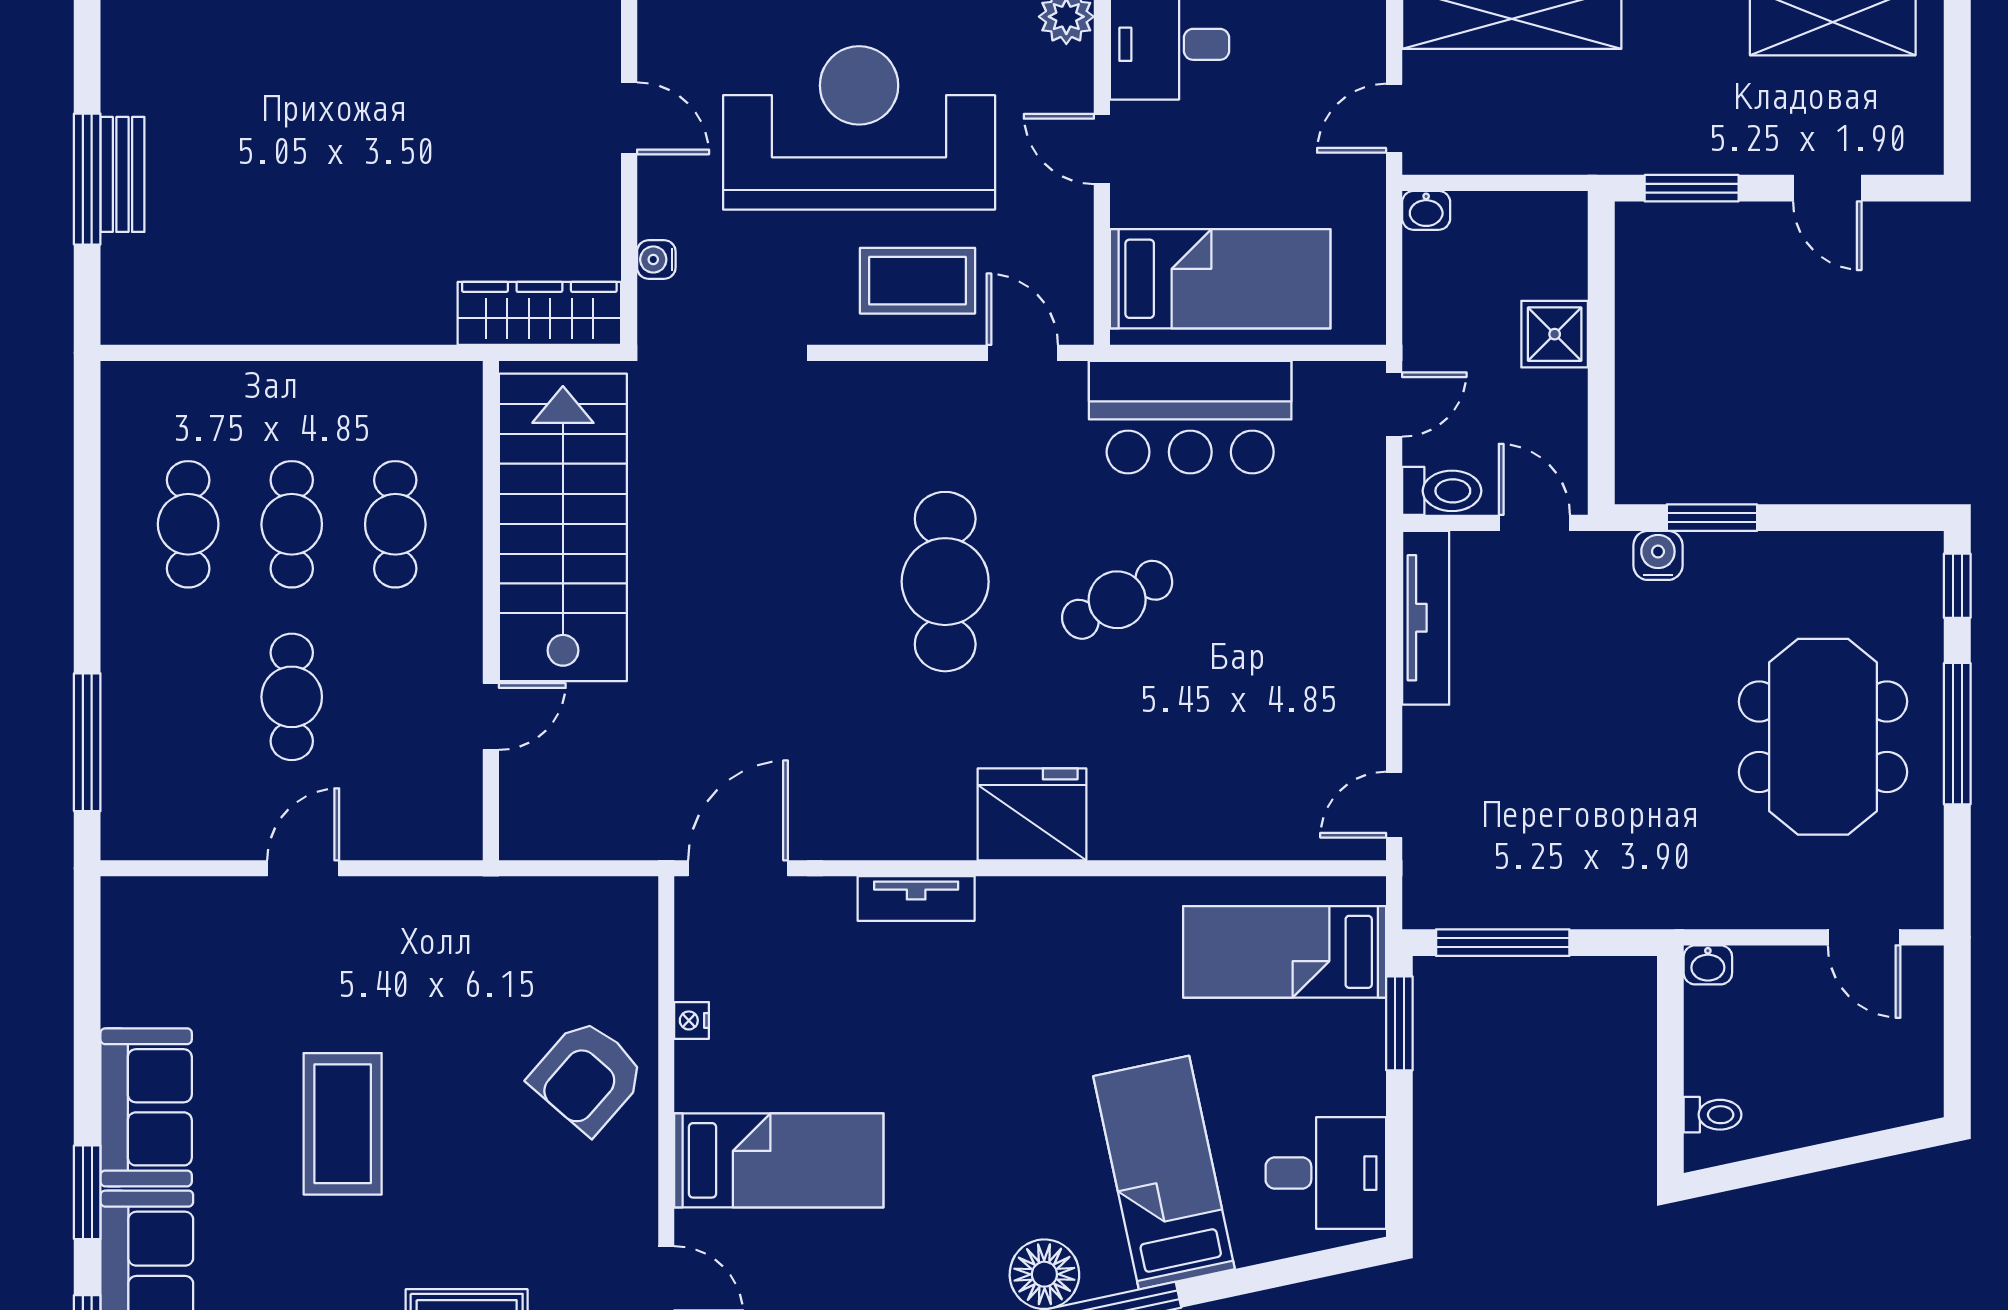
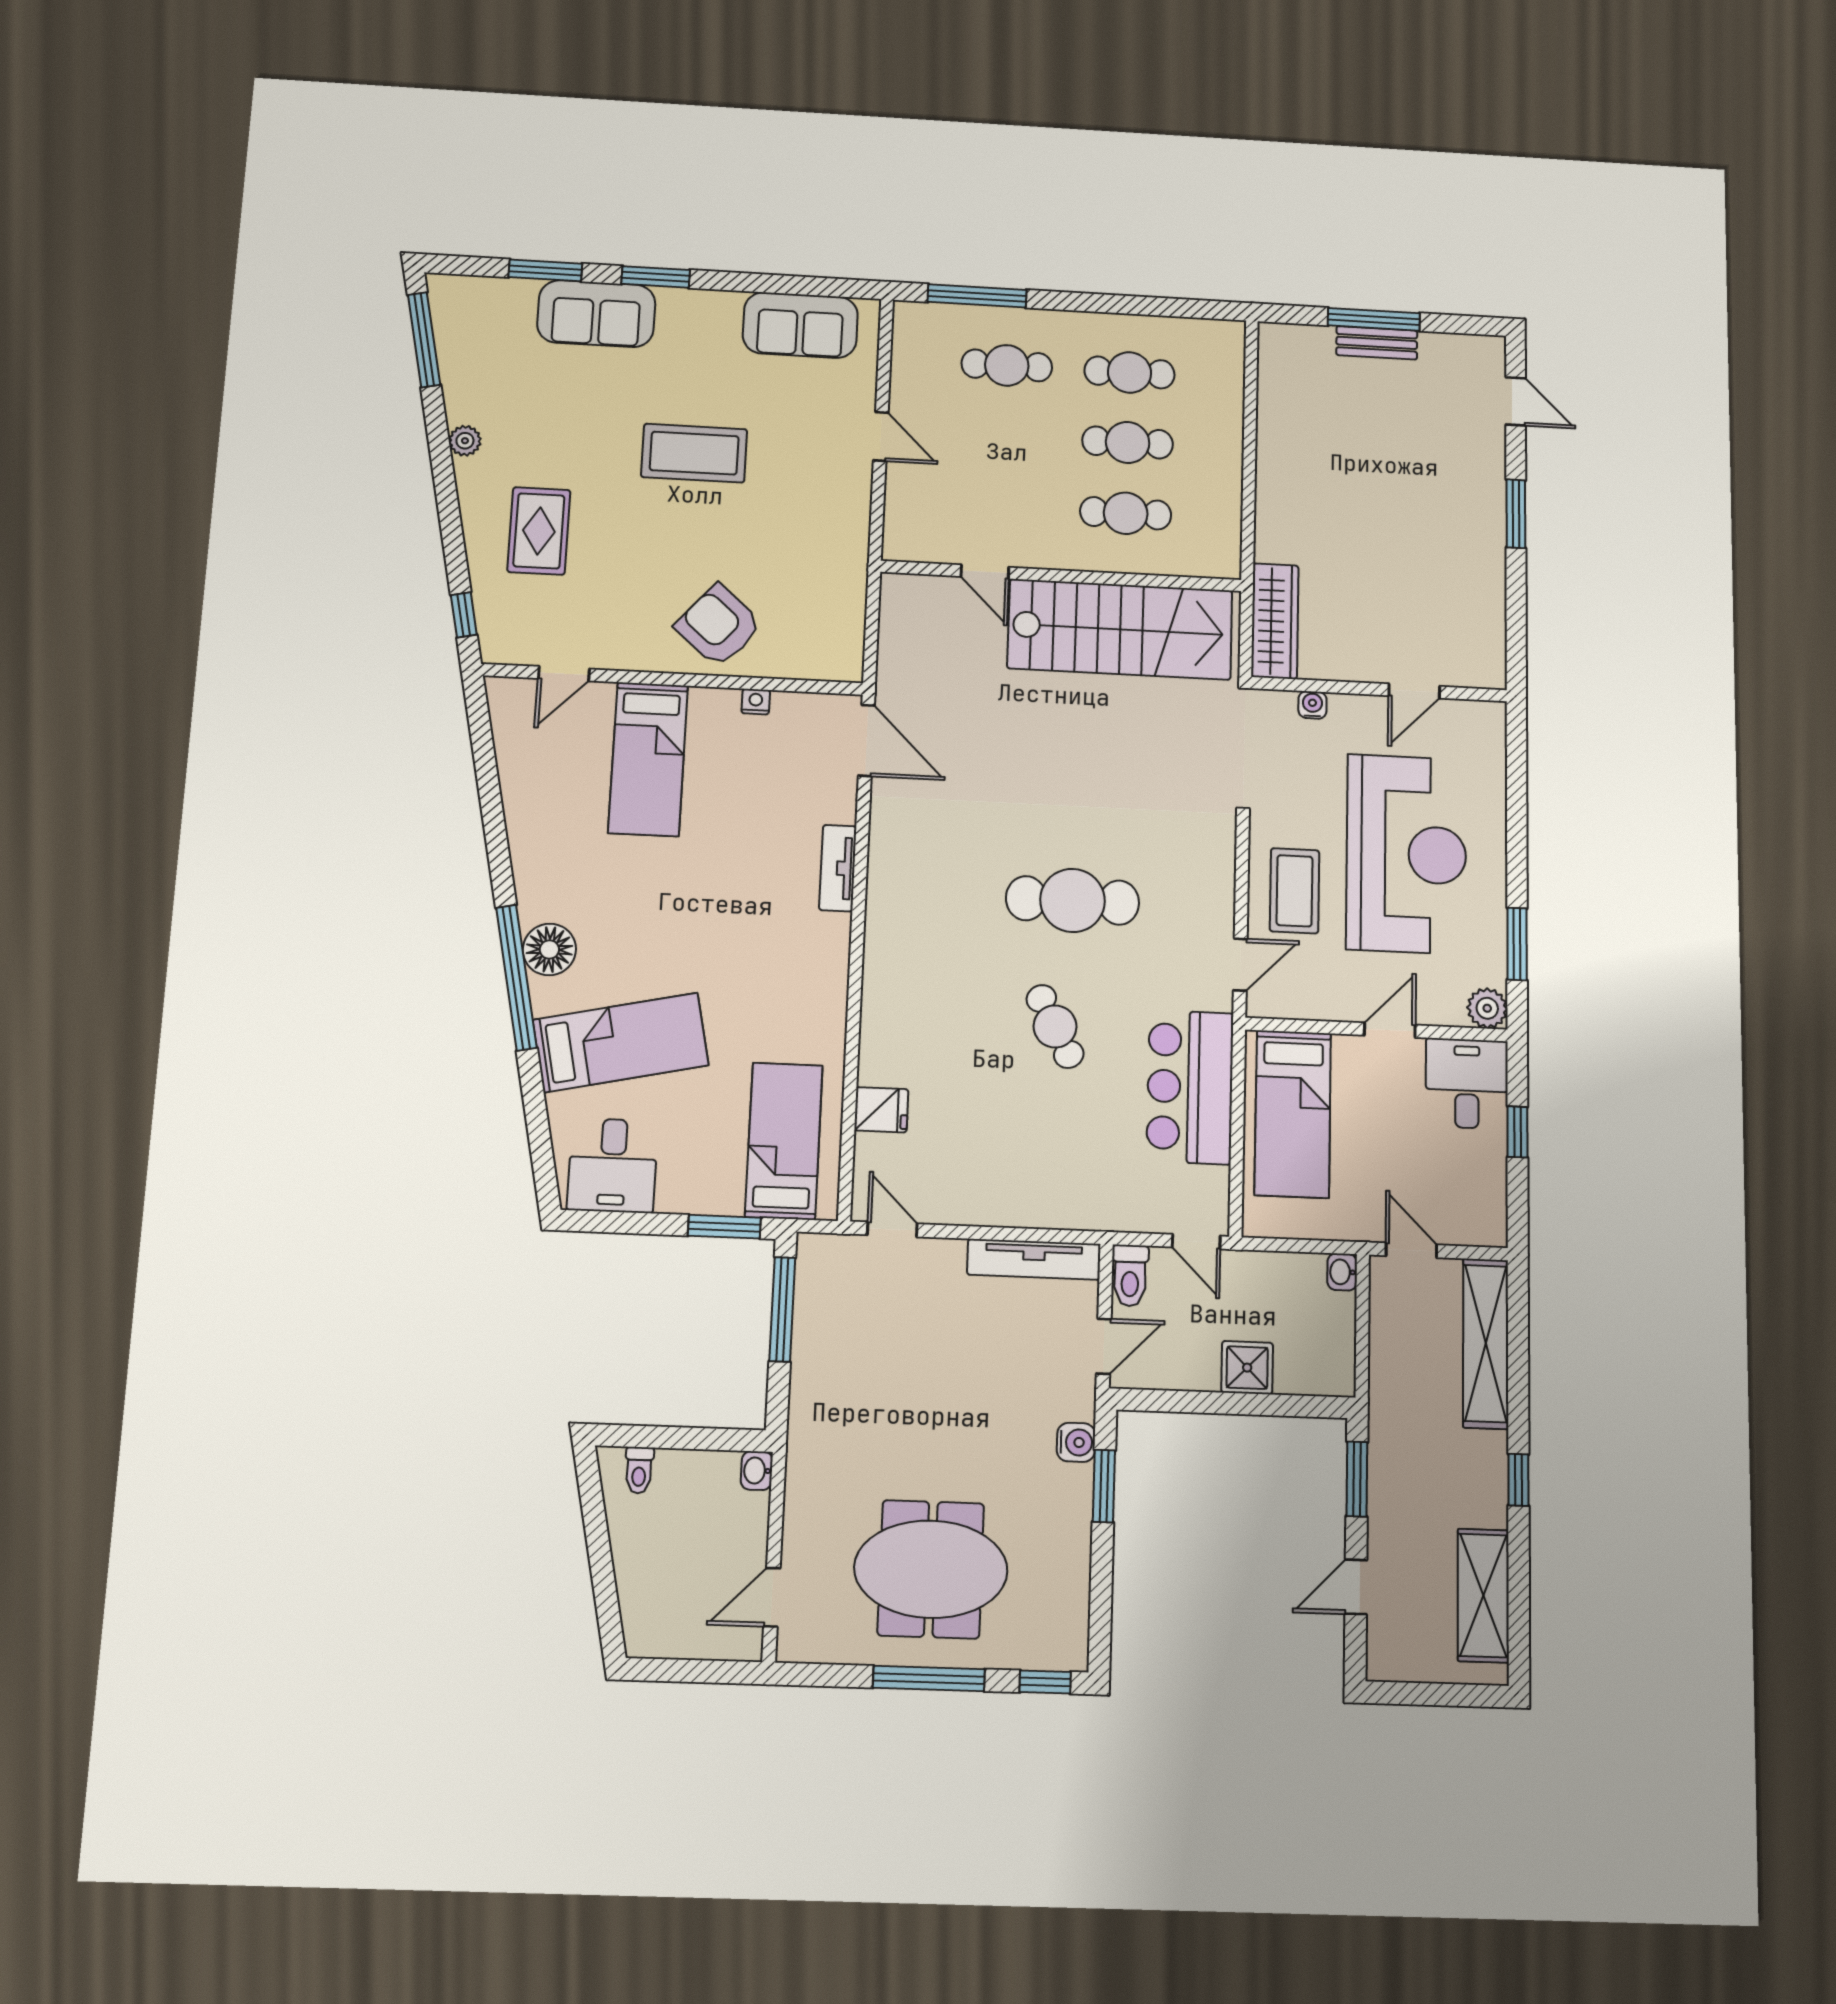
cafe table: (292, 697) -> (1007, 365), moved
fridge: (1032, 814) -> (881, 1110), moved, width x0.53, depth x0.75
sofa: (146, 1107) -> (800, 325), moved

